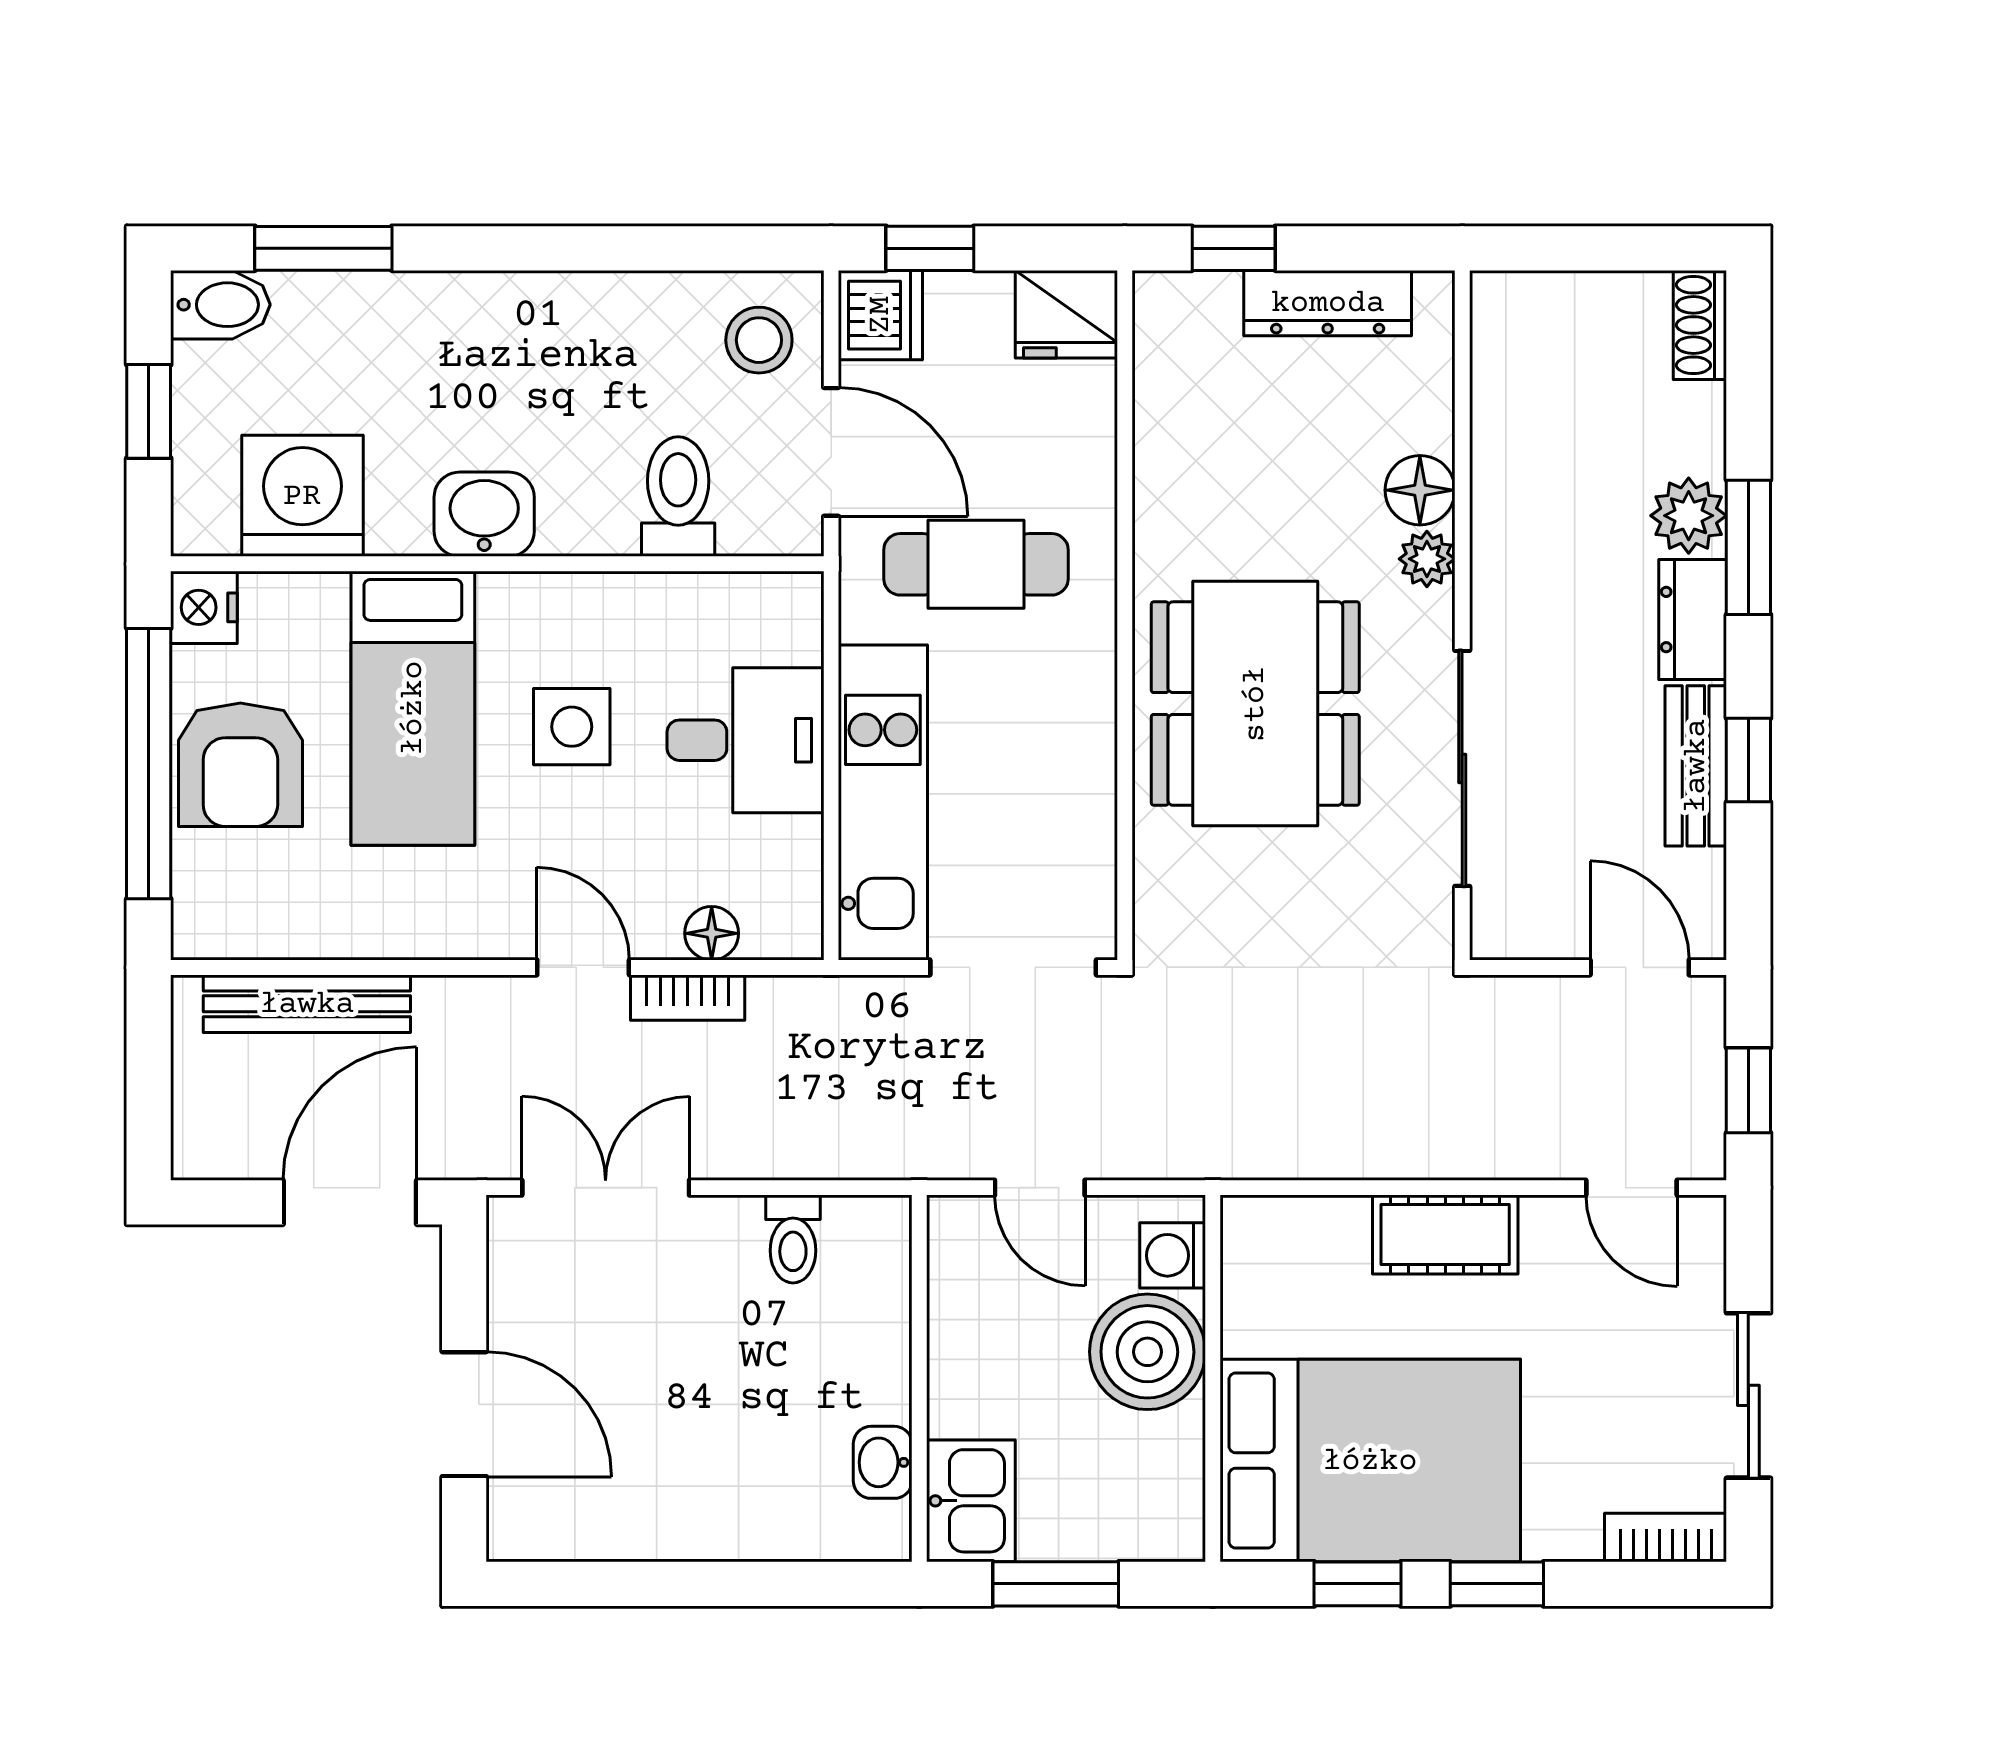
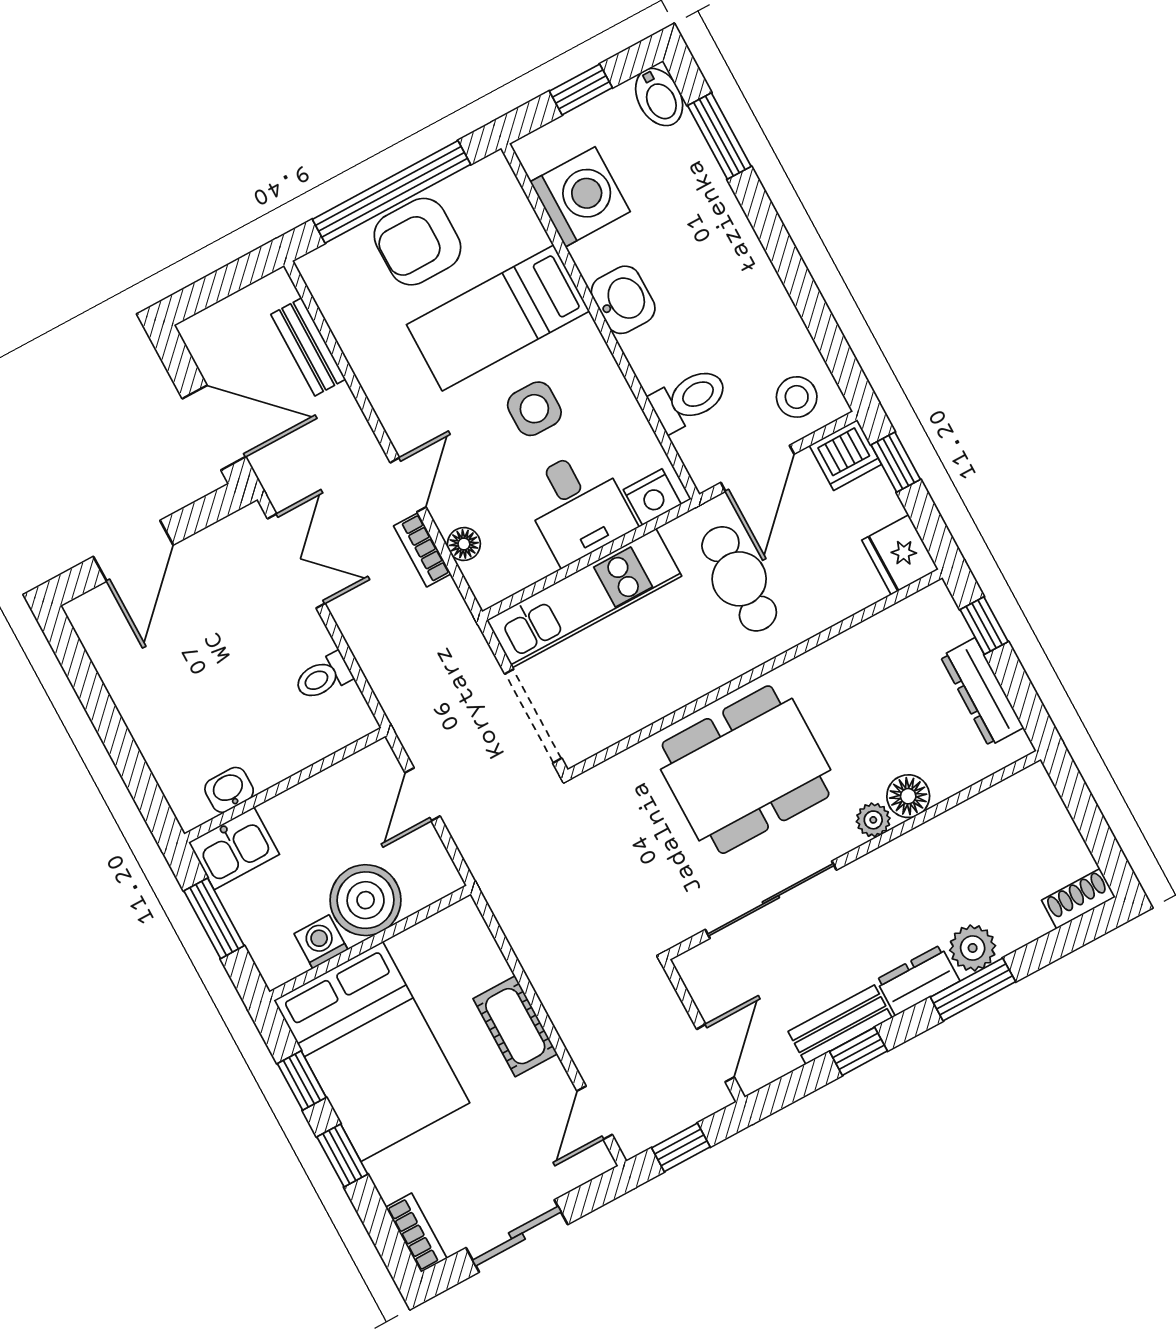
nightstand: (204, 607) -> (652, 497), moved, turned 180
bench: (307, 1004) -> (308, 347), width x0.73
washing machine: (1173, 1255) -> (321, 942), moved

